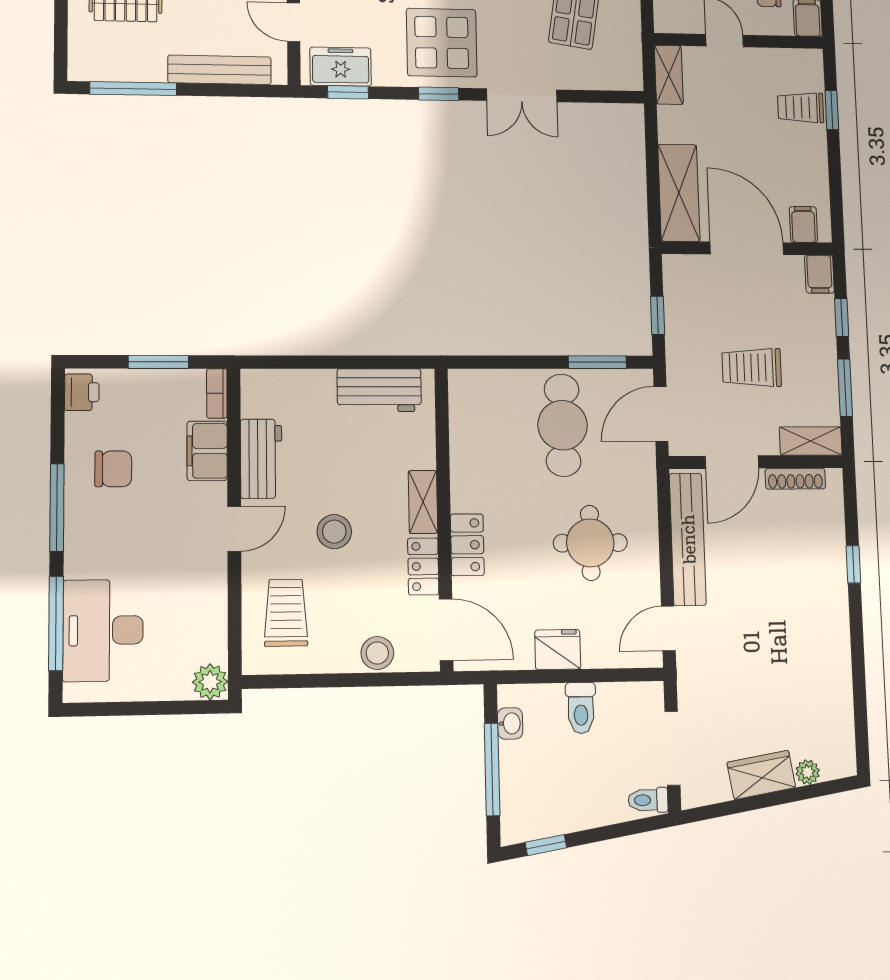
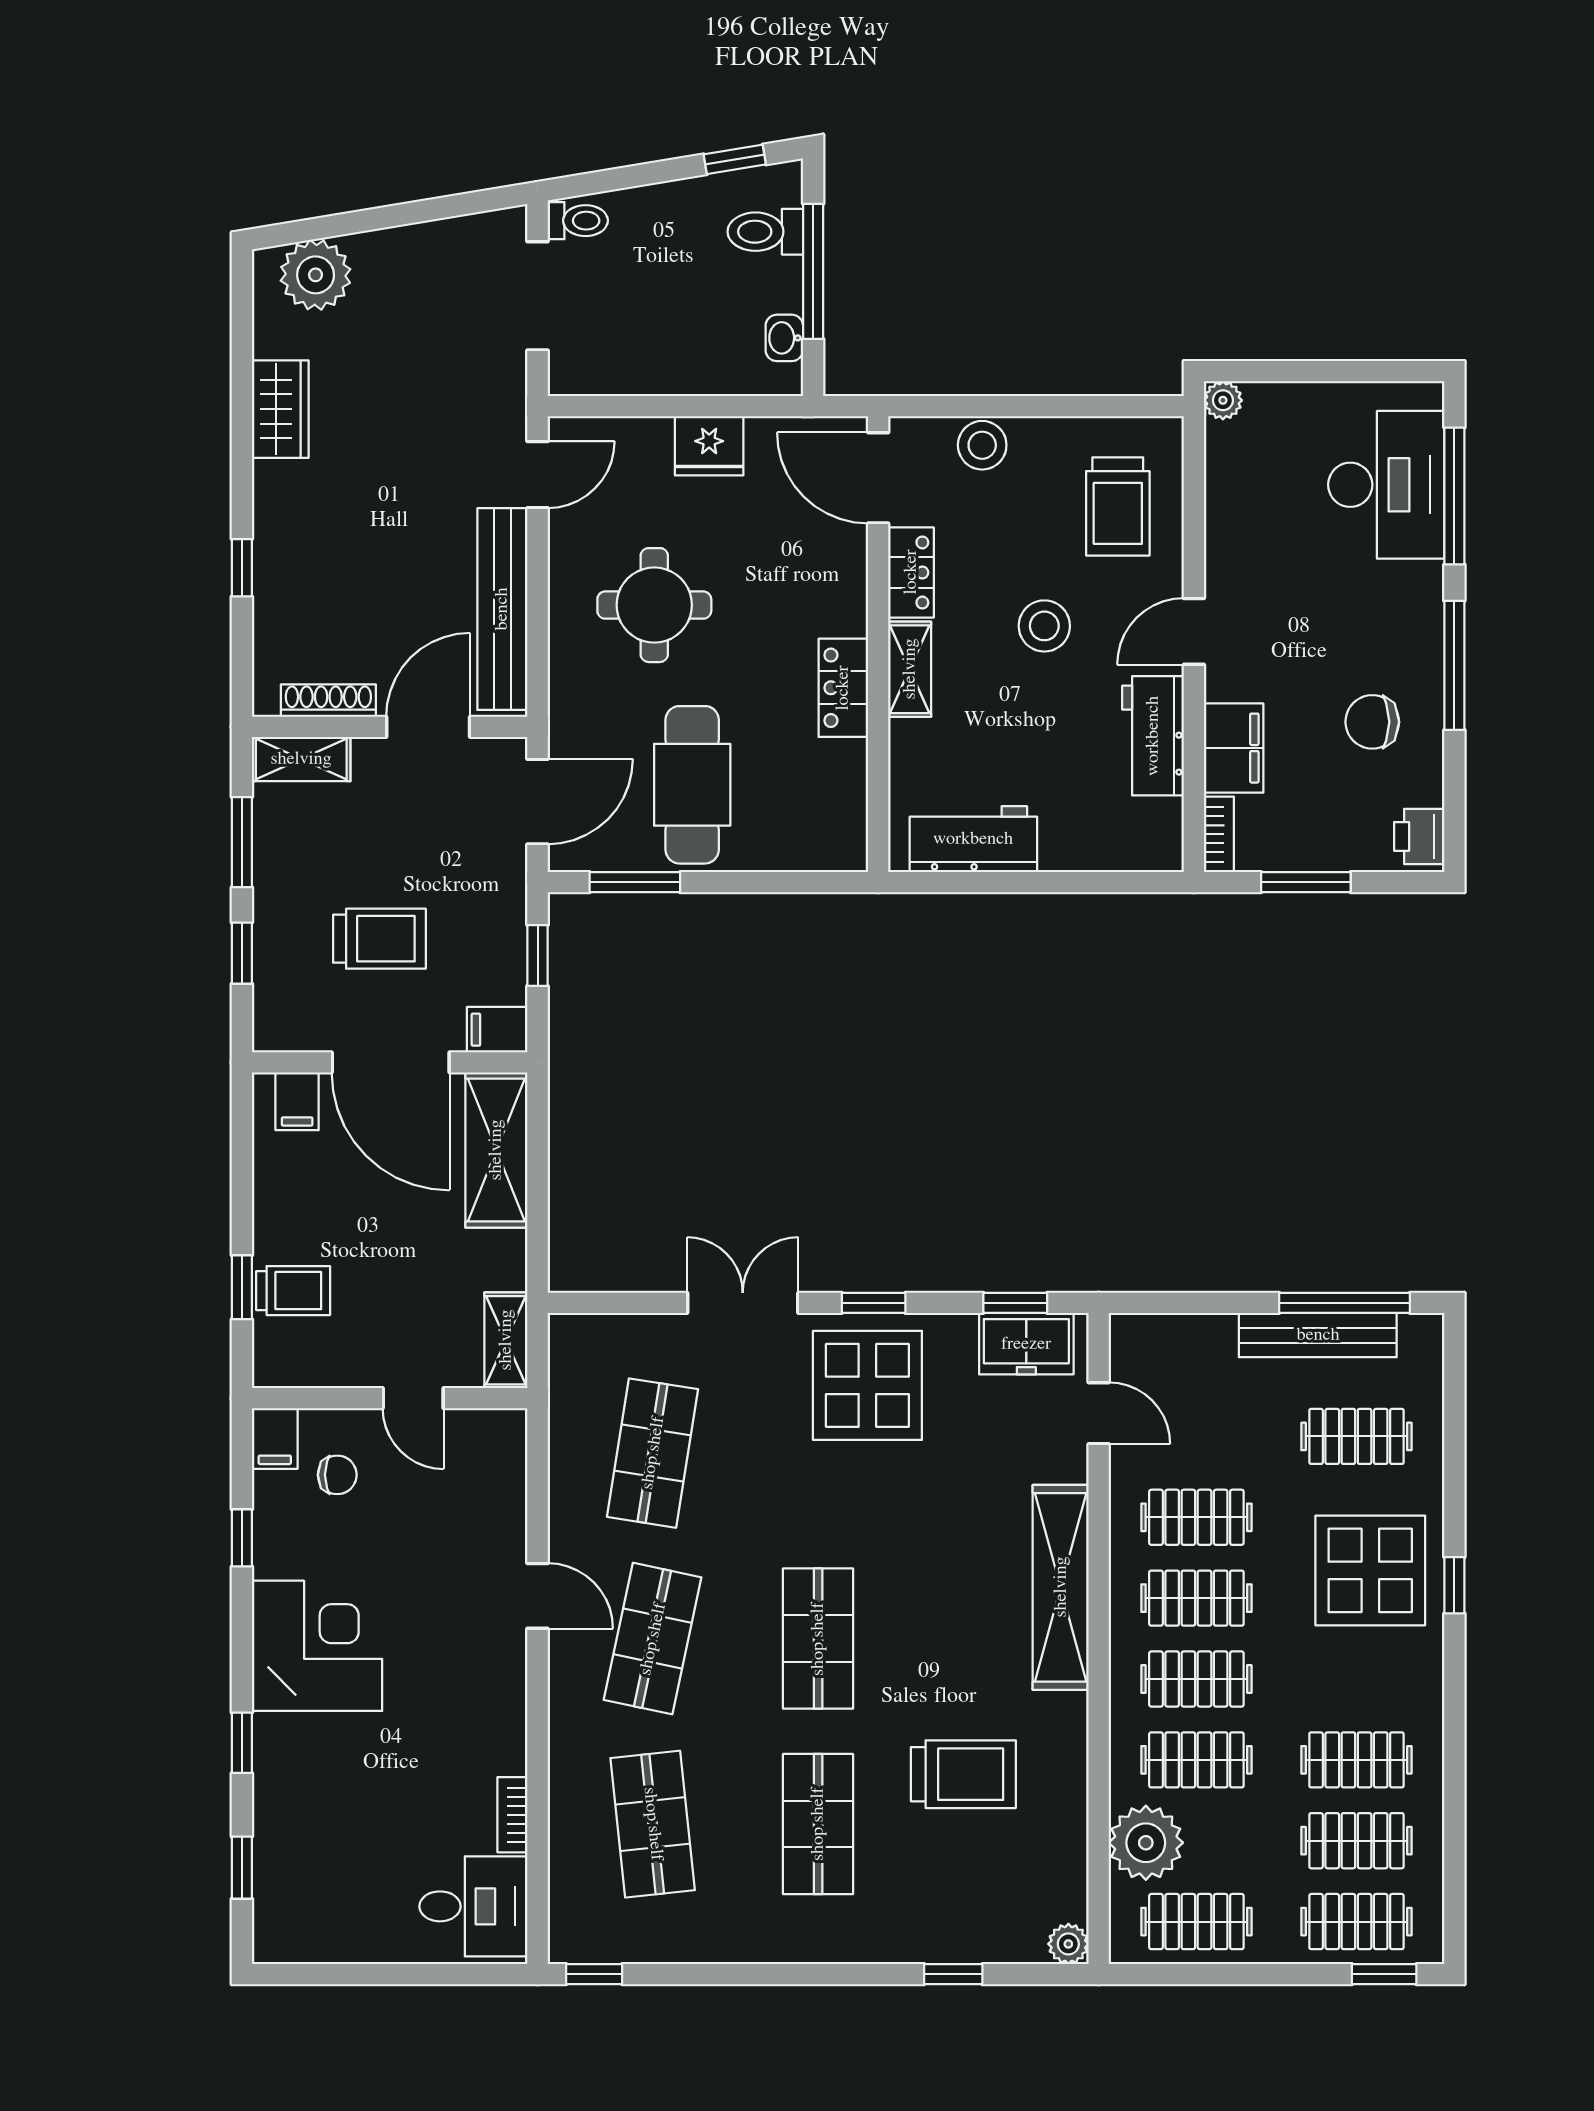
bench: (220, 70) -> (1318, 1335), moved
filing cabinet: (819, 274) -> (497, 1030), moved, turned -90
trolley: (752, 367) -> (379, 939), moved
locker: (467, 545) -> (843, 688), moved
plant: (210, 682) -> (1223, 400), width x0.73, depth x0.73
toilet: (581, 708) -> (765, 232), moved, turned -90
plant: (808, 772) -> (316, 275), width x1.88, depth x1.88
wardrobe: (761, 775) -> (280, 409), moved, turned -81

